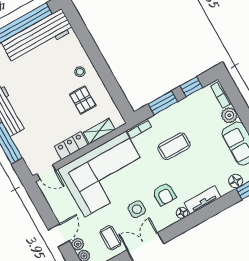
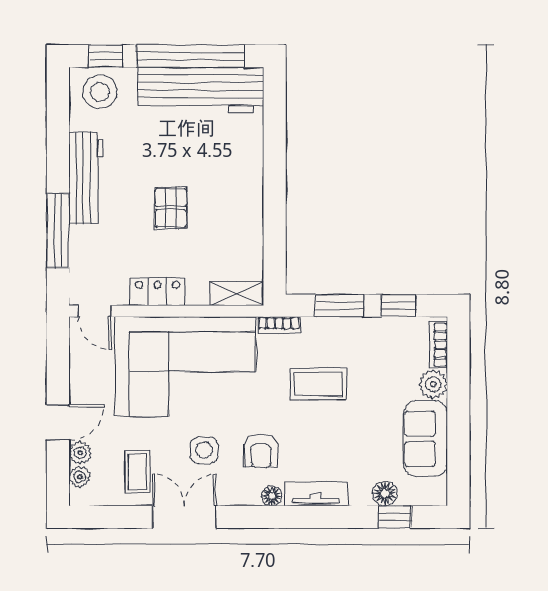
stool: (80, 72) -> (236, 183), removed
pallet: (83, 100) -> (171, 208), moved
shelving: (99, 131) -> (237, 294), moved

